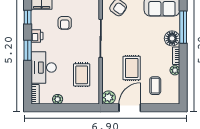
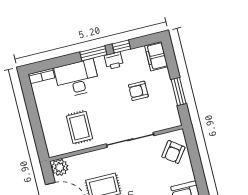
window: (28, 17) -> (121, 46), moved
rug: (82, 75) -> (79, 127), turned 90
plant: (58, 99) -> (42, 105), removed

